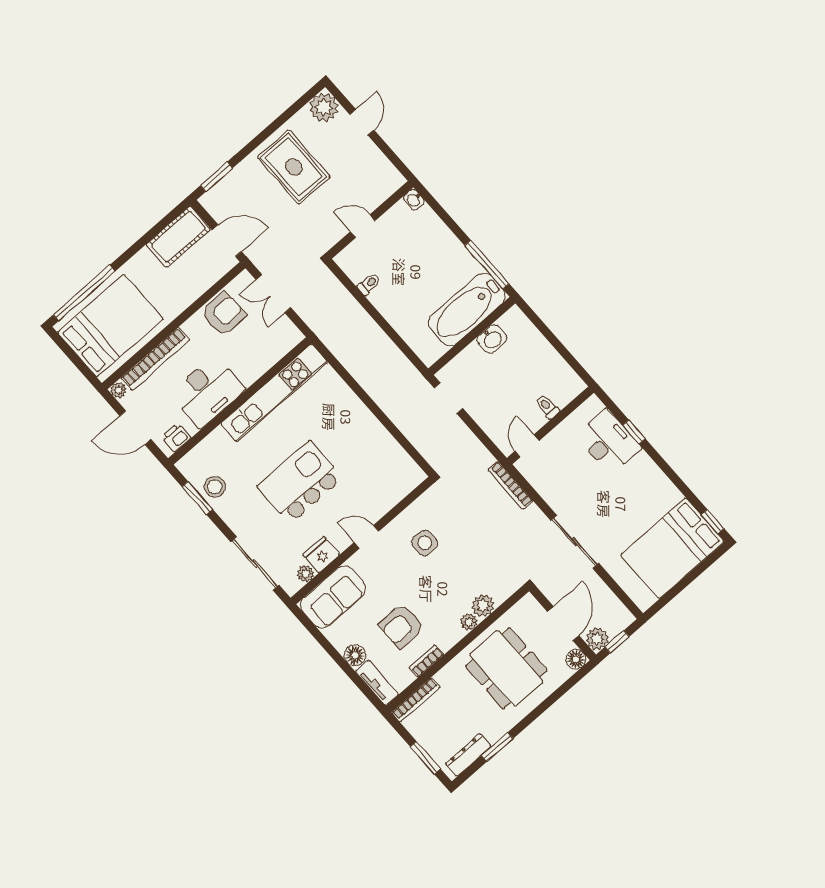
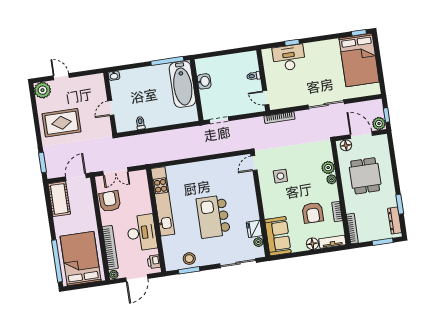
door: (366, 537) -> (254, 163), moved
floor lamp: (576, 659) -> (346, 145), moved
dining table: (506, 668) -> (365, 176), width x0.73

